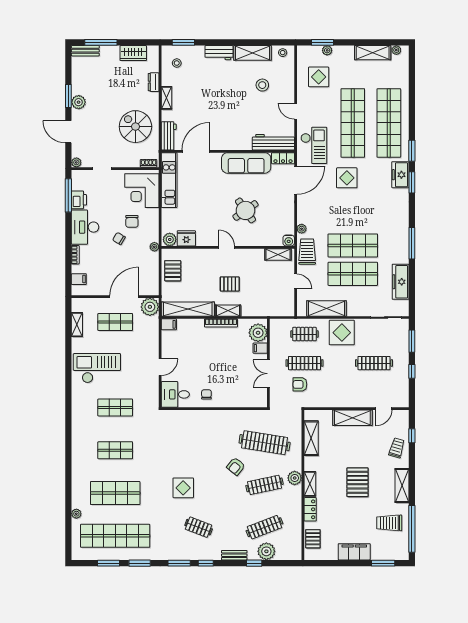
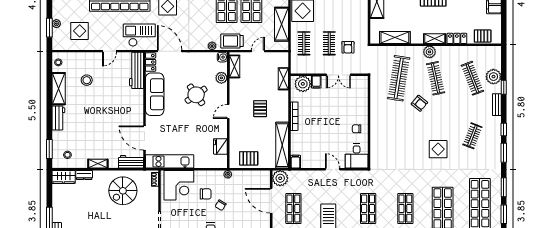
wardrobe: (133, 53) -> (64, 177), moved, turned 90
plant: (170, 239) -> (221, 78), moved
shelving: (228, 311) -> (283, 79), moved
clothes rail: (304, 363) -> (329, 43), width x0.73

